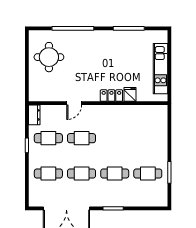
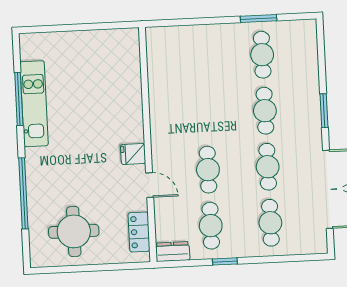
kitchen unit: (160, 69) -> (34, 104), moved, turned -90
fridge: (130, 94) -> (133, 154), moved
locker: (111, 96) -> (139, 232), moved

